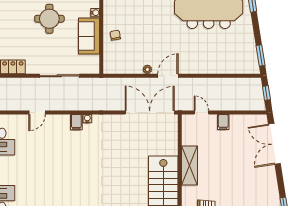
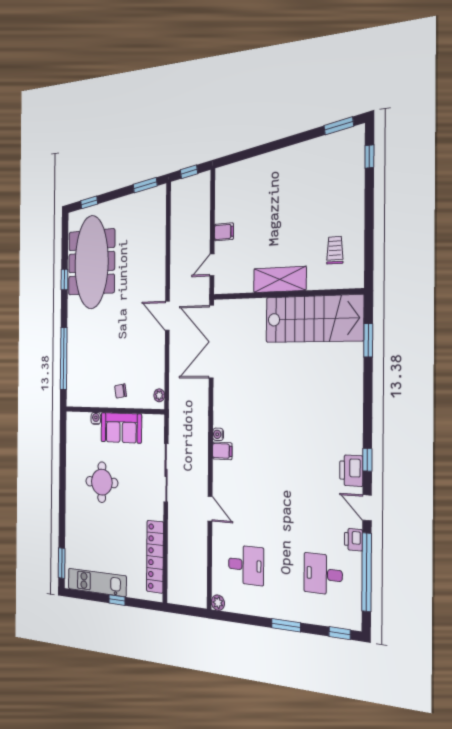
plant: (147, 69) -> (159, 395), moved
double door: (274, 144) -> (252, 152), removed

